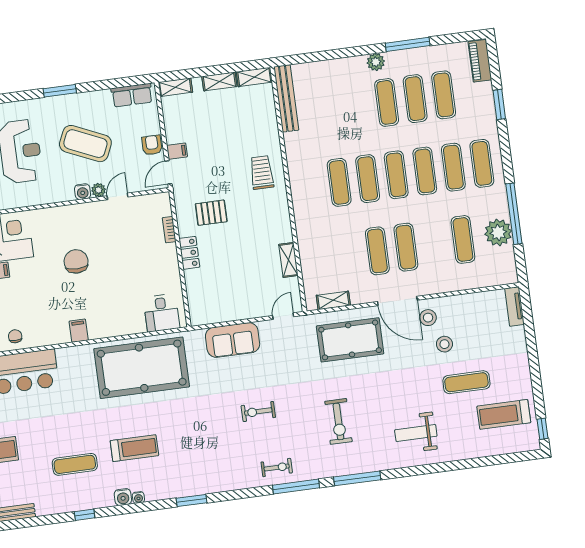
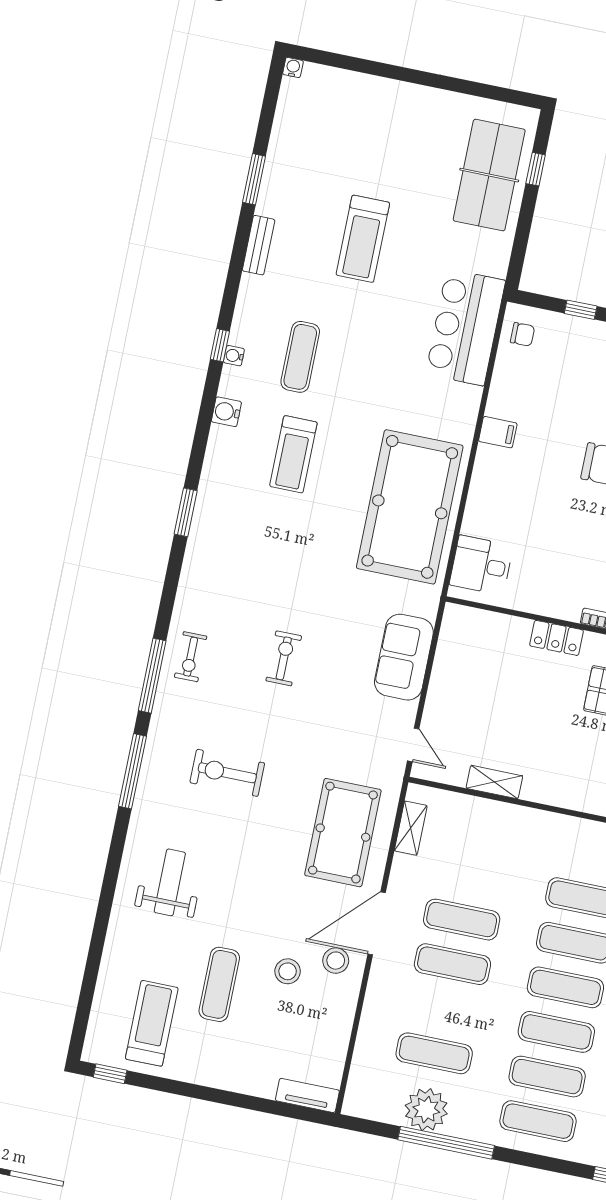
water cooler: (138, 497) -> (234, 356), moved

